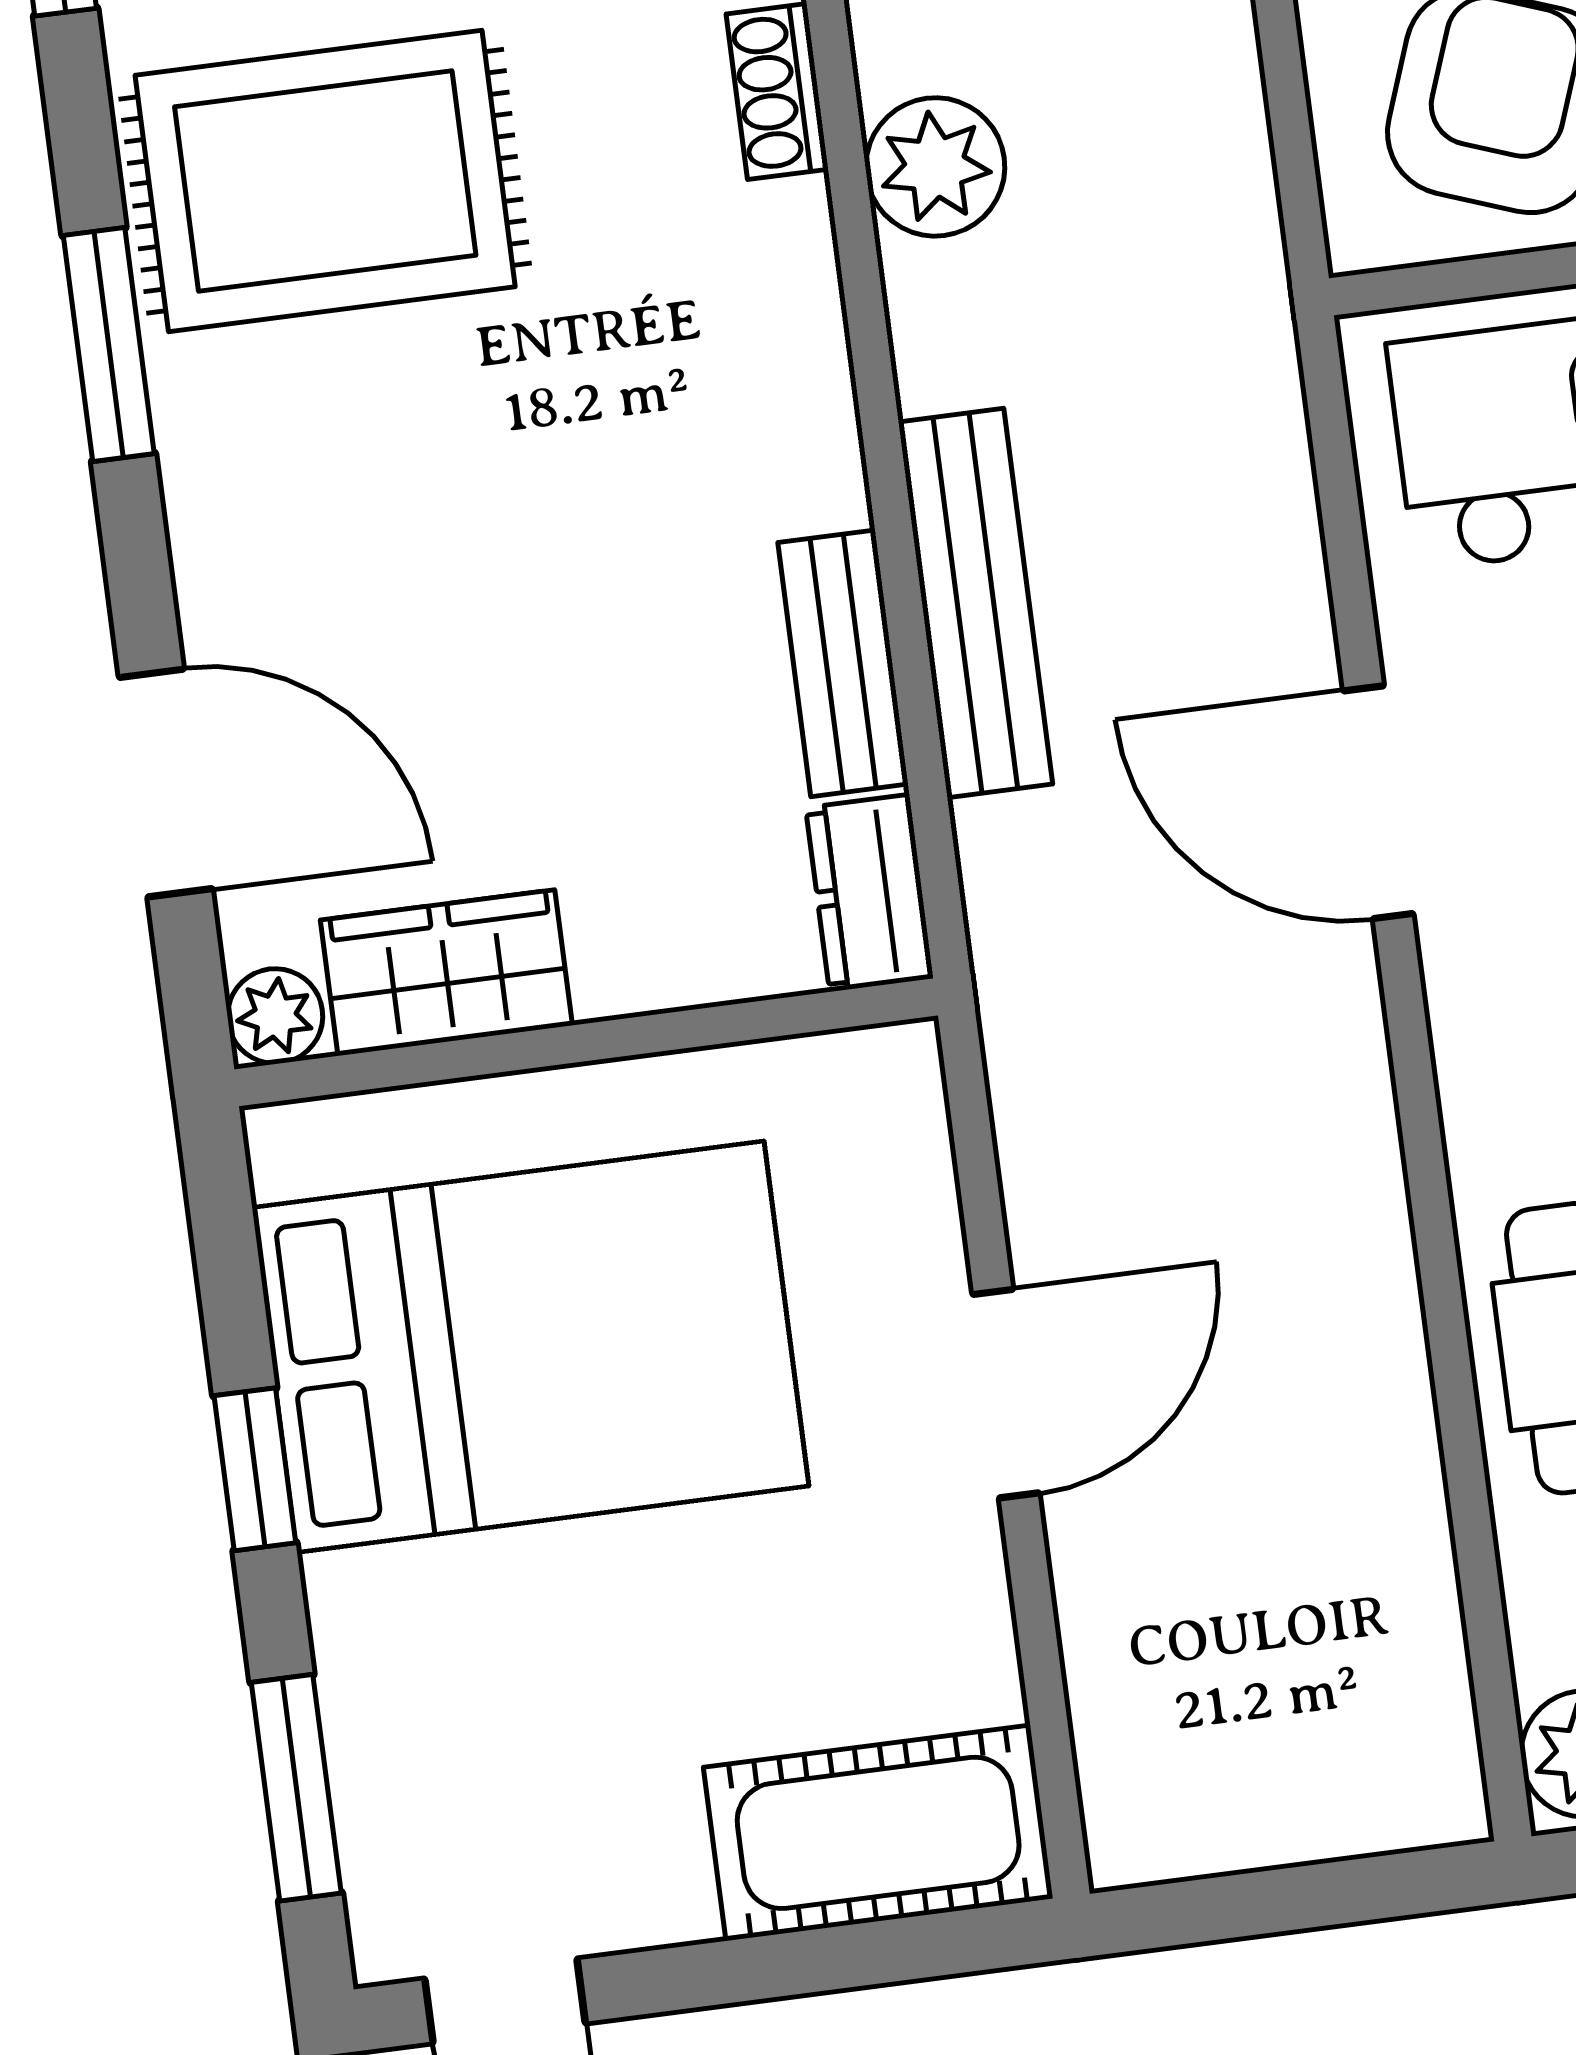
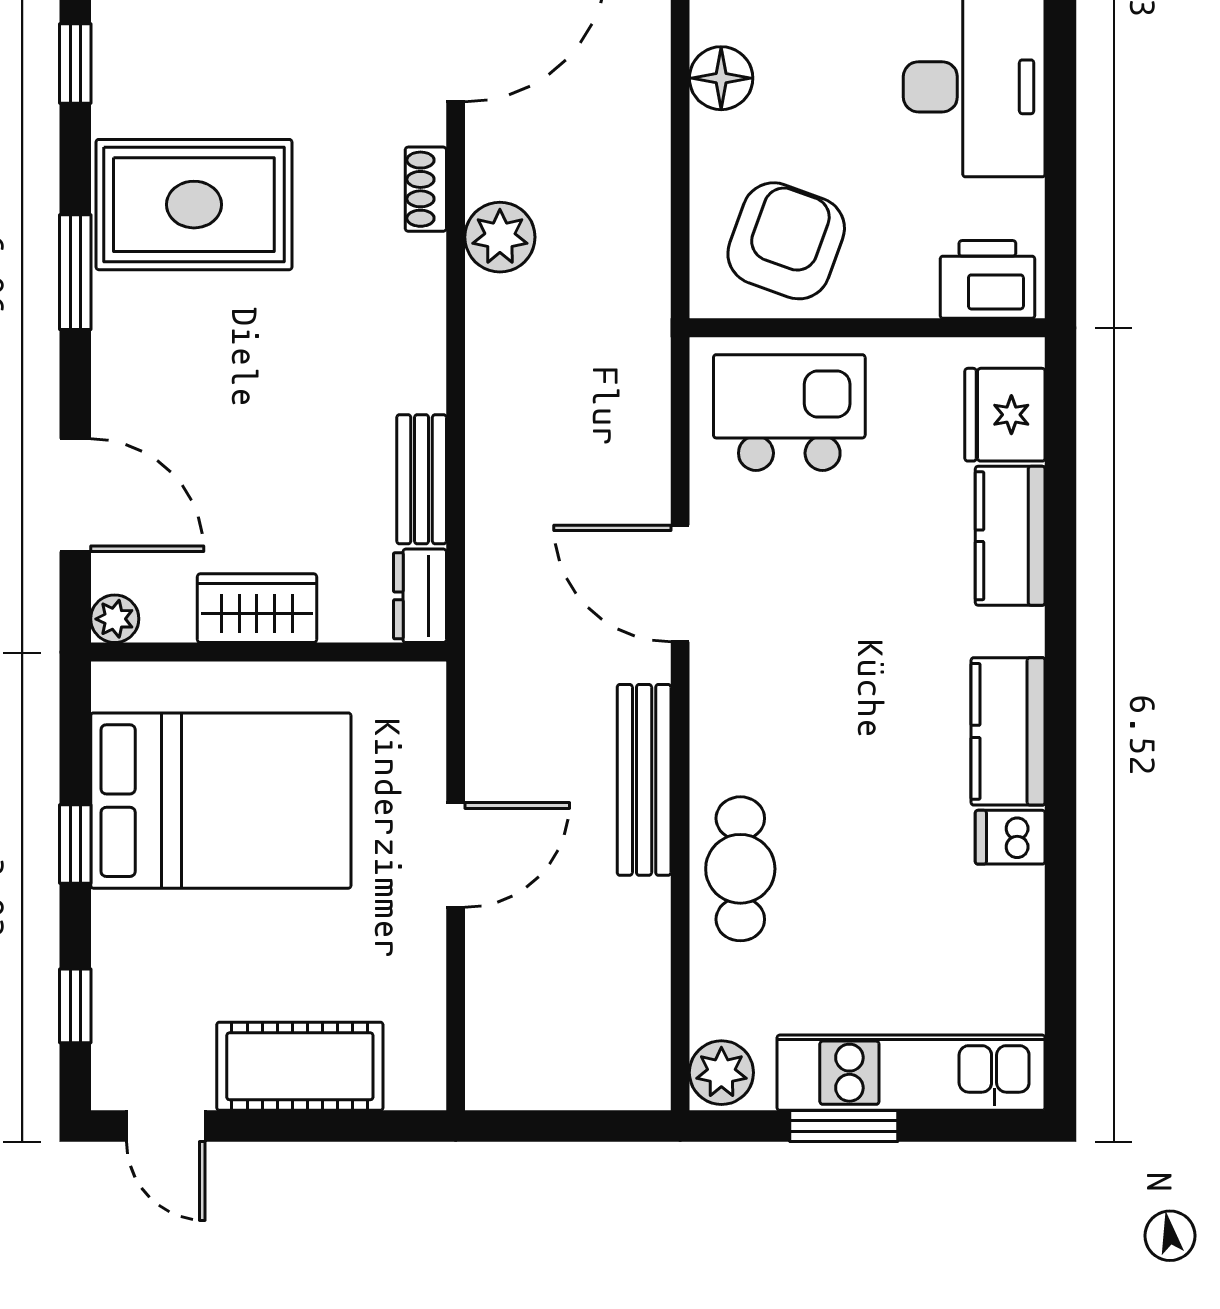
bench: (976, 603) -> (644, 780), moved
wardrobe: (446, 973) -> (257, 608), moved
window: (296, 1788) -> (75, 1006), width x0.67
cot: (878, 1833) -> (300, 1066), moved

